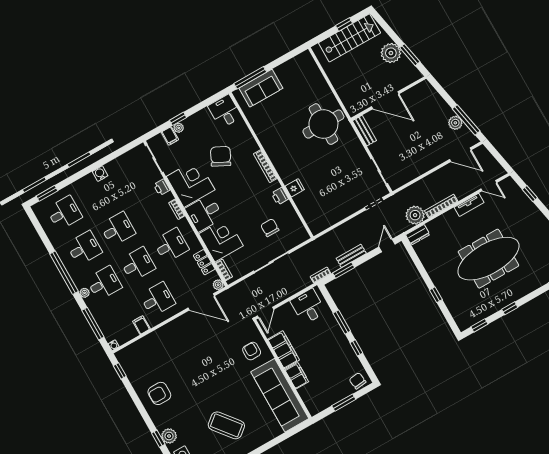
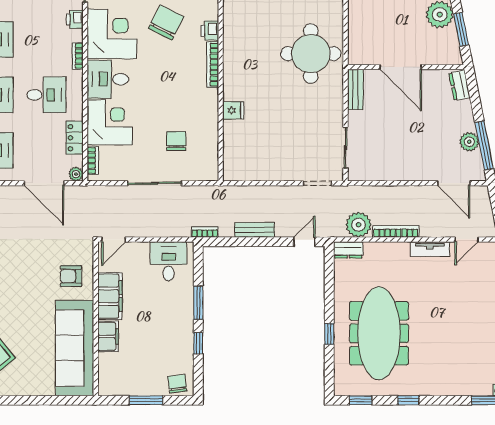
dresser: (429, 91) -> (459, 85), added
door: (489, 186) -> (467, 240), hinge flipped
printer: (280, 196) -> (210, 31), moved
meeting table: (488, 259) -> (379, 333), moved, turned 90
window: (343, 270) -> (236, 242), removed
armchair: (252, 351) -> (71, 276), turned -90

